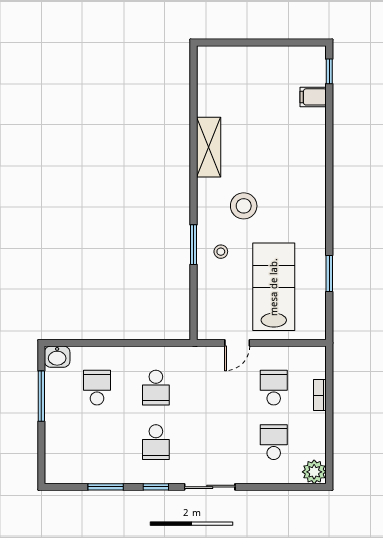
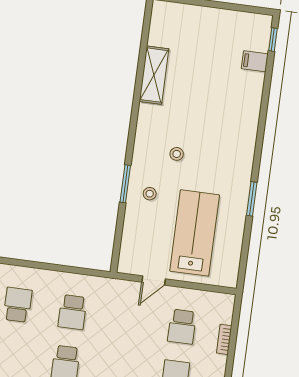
shelving: (209, 147) -> (154, 75), moved
stool: (244, 206) -> (177, 154), width x0.53, depth x0.53
window: (329, 273) -> (252, 199), moved
school desk: (274, 388) -> (182, 327), turned 180

